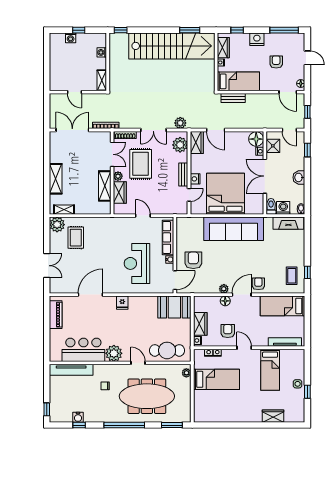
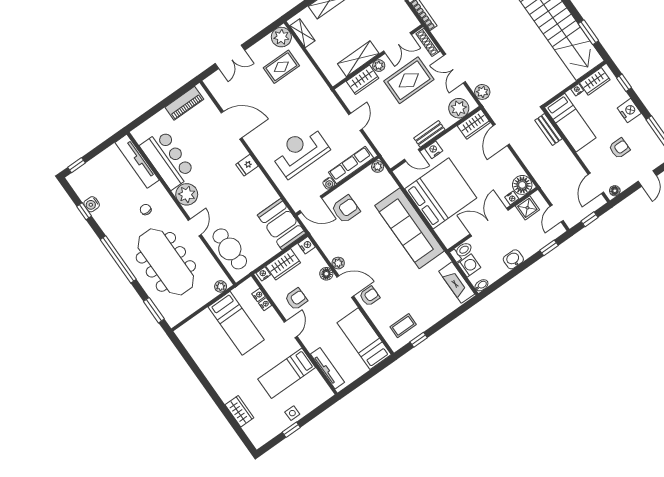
plant: (181, 221) -> (378, 167), added
nightstand: (199, 301) -> (307, 245), added

